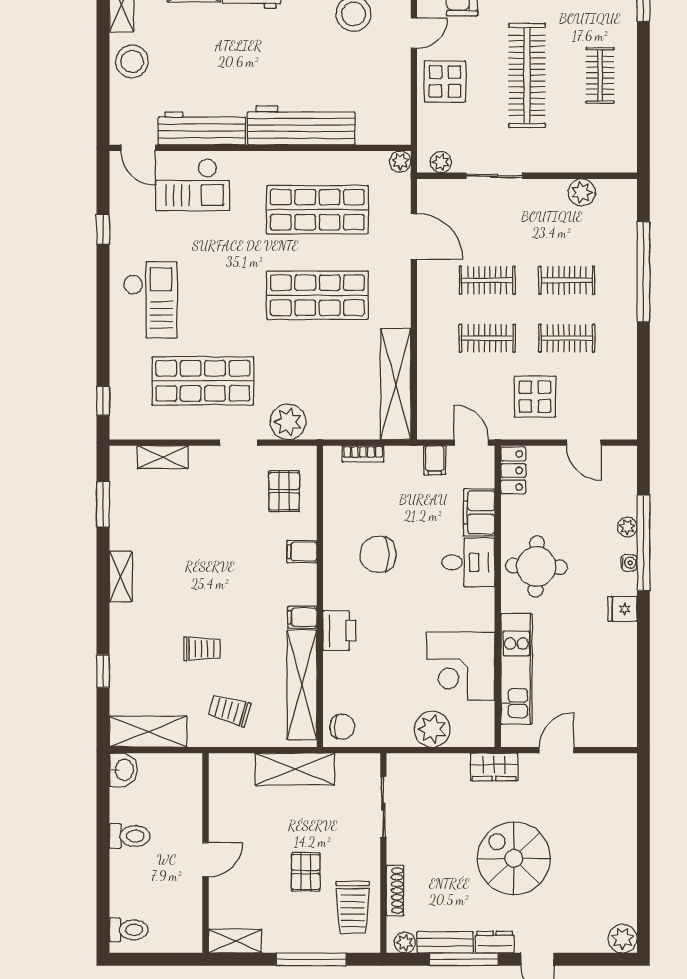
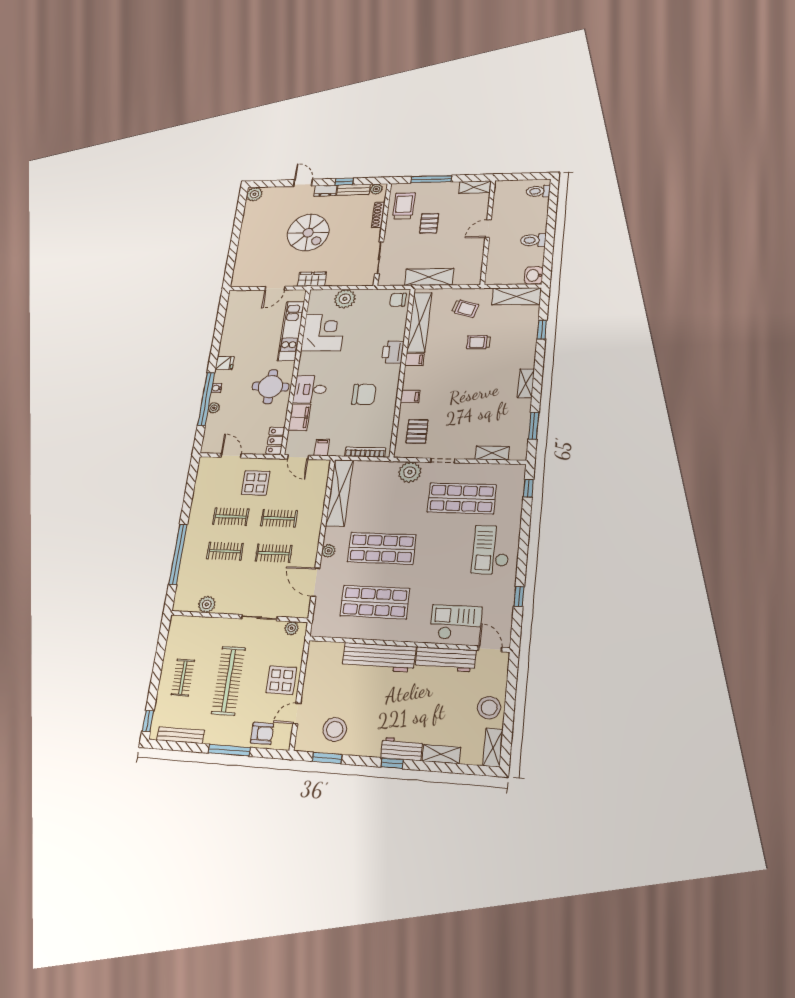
plant: (400, 162) -> (329, 551), moved
bookcase: (363, 454) -> (365, 452), width x1.56
window: (464, 959) -> (344, 182), width x0.46

